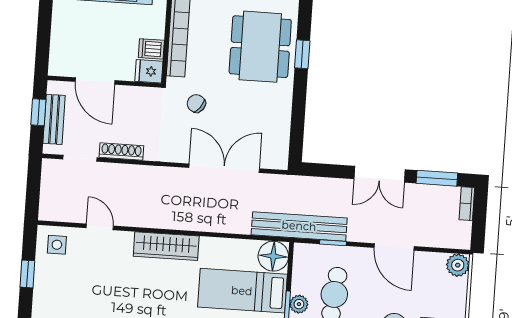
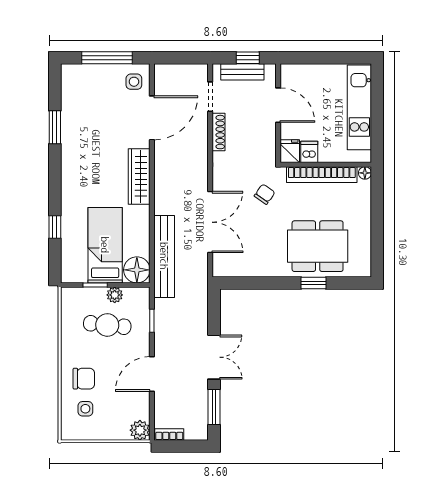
door: (95, 81) -> (278, 105), swing flipped
double door: (379, 174) -> (214, 357), swing flipped
bookcase: (467, 204) -> (169, 435), moved
bench: (299, 226) -> (164, 256), moved
door: (100, 227) -> (152, 118), width x1.87
window: (27, 274) -> (107, 58), width x2.17
plant: (299, 304) -> (115, 295), moved

